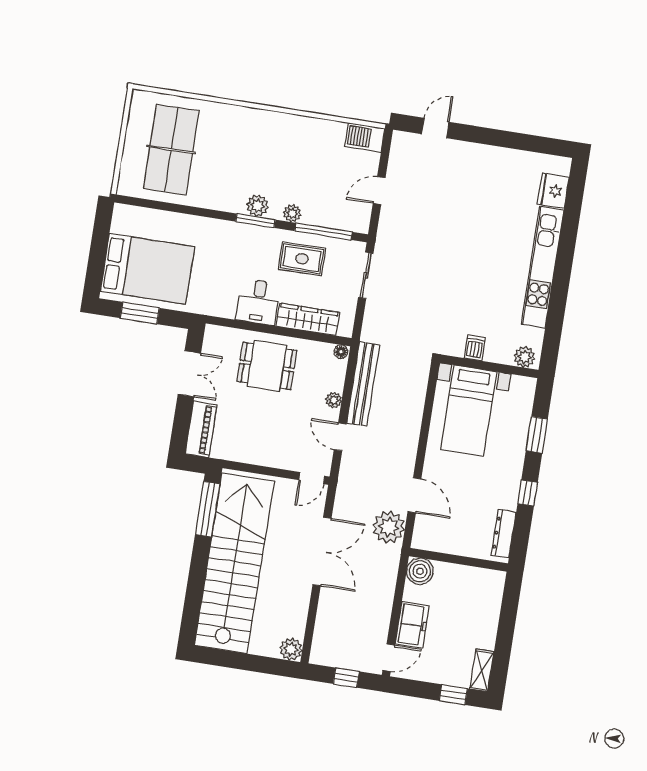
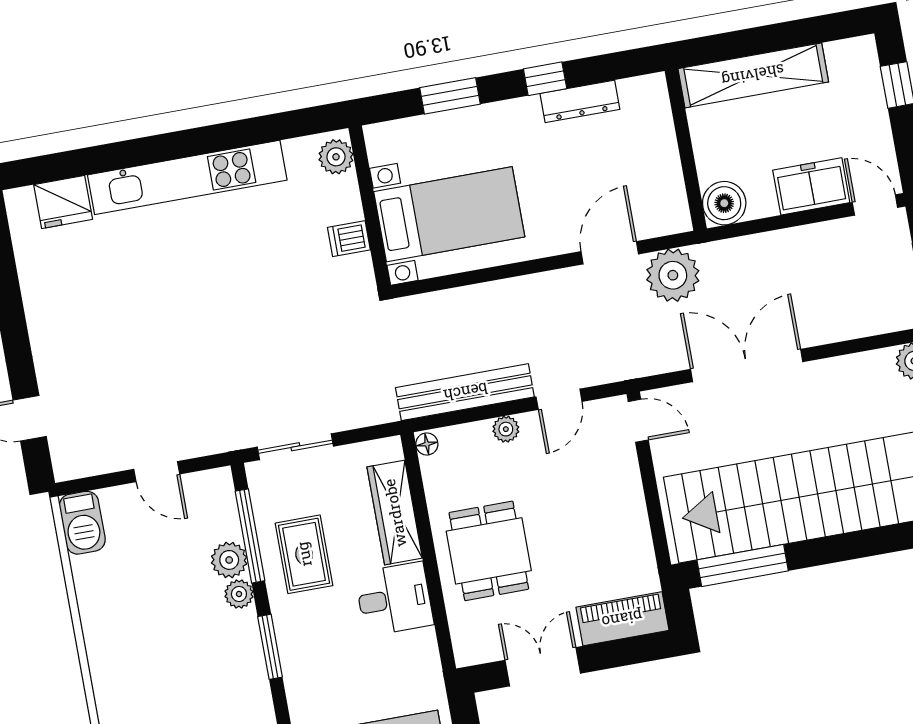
plant: (258, 206) -> (229, 560), moved
dresser: (504, 534) -> (580, 101), moved
shelving: (482, 670) -> (753, 75), moved, width x2.20, depth x1.33

